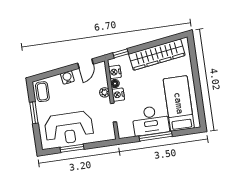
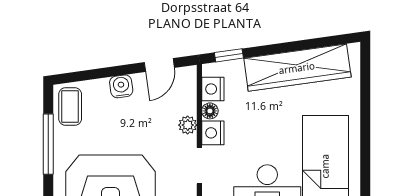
window: (34, 113) -> (48, 144), width x1.44

